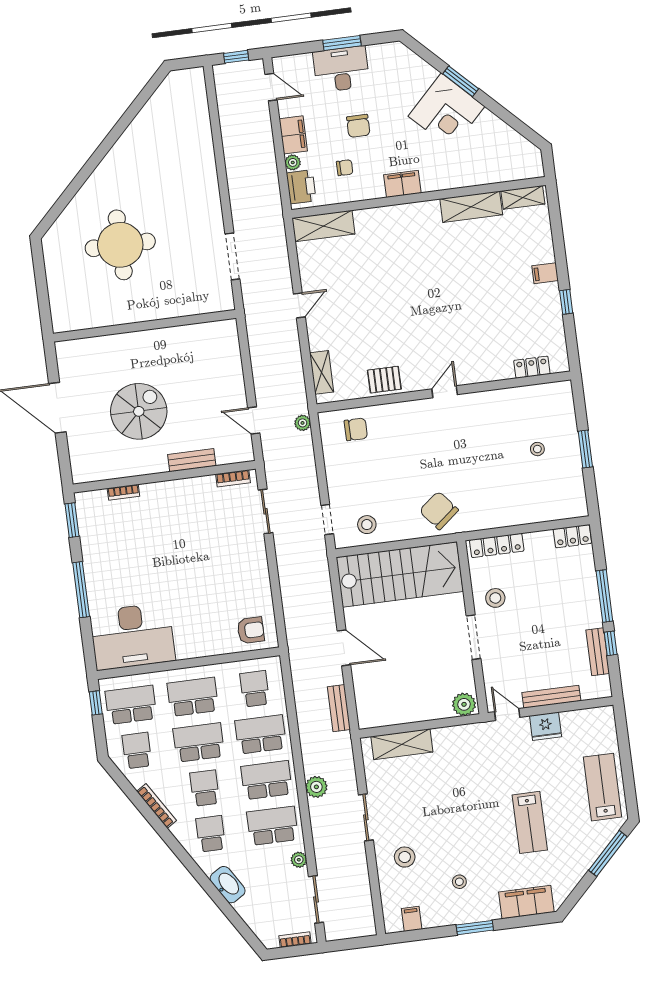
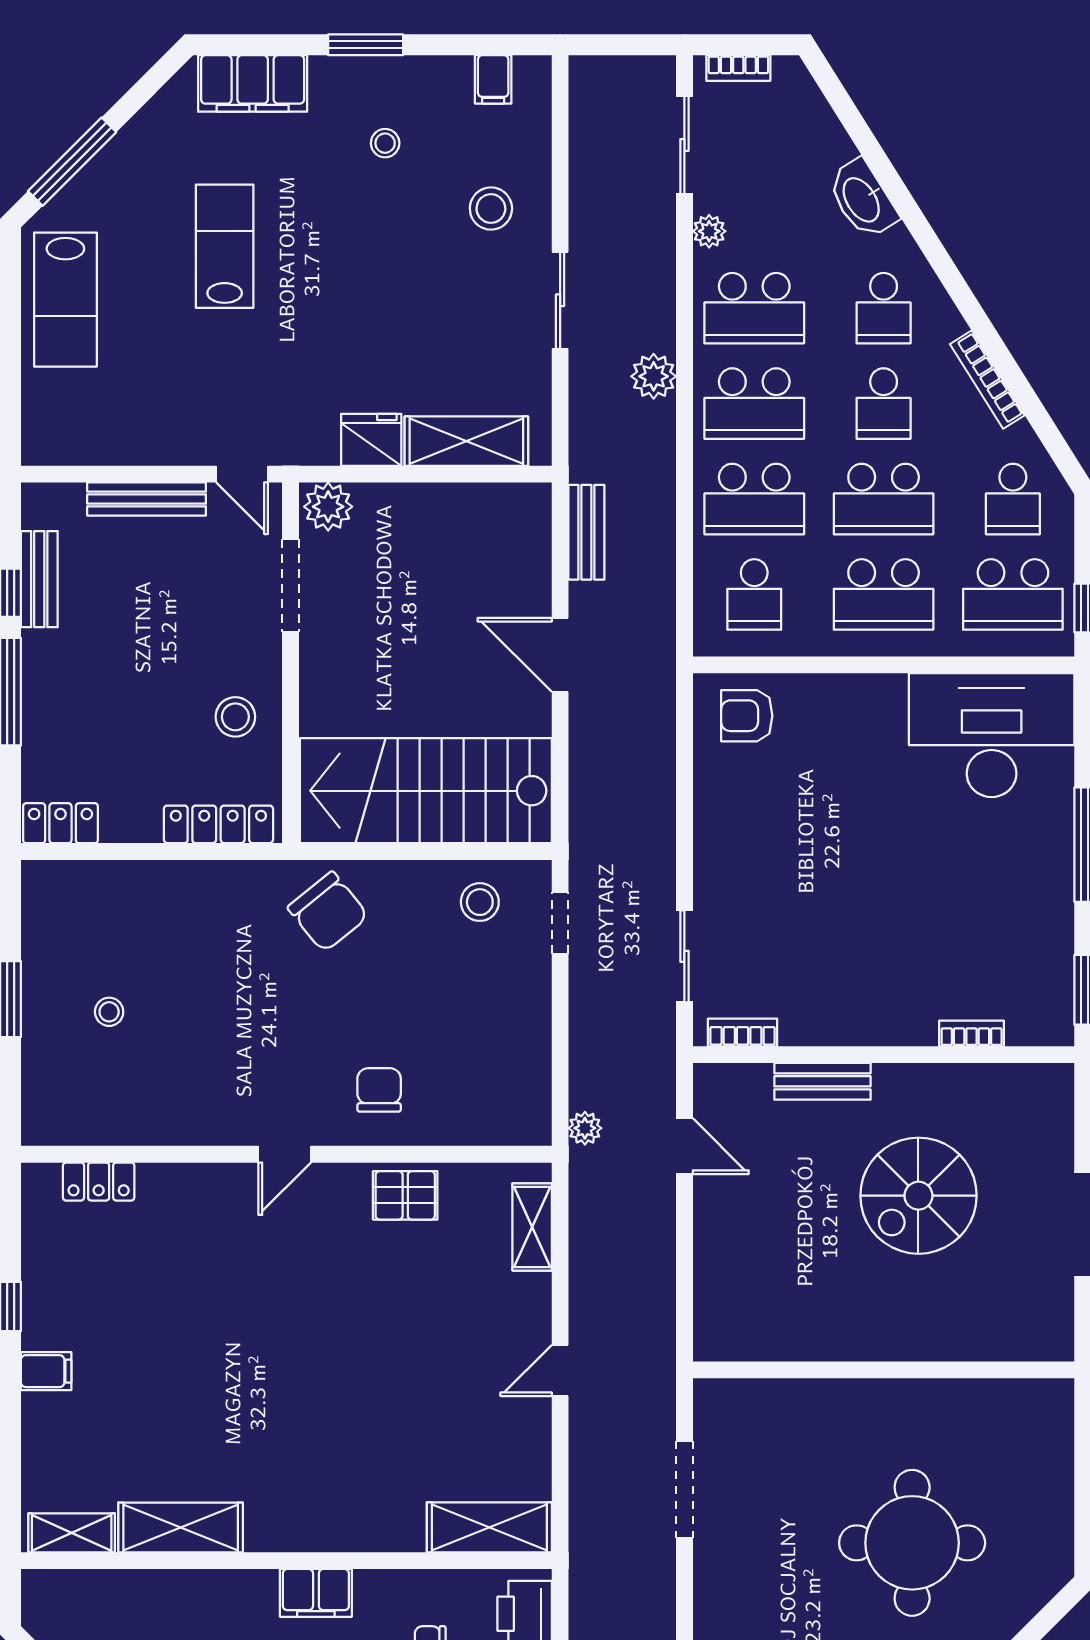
chair: (356, 429) -> (379, 1090), moved, turned 90
doorway: (474, 637) -> (290, 585), moved
fridge: (546, 726) -> (371, 440), moved

